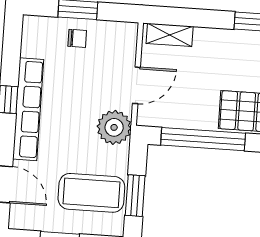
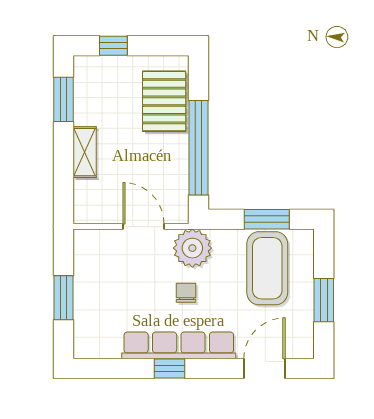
shelving: (170, 35) -> (85, 152), moved
chair: (77, 38) -> (186, 293), moved

